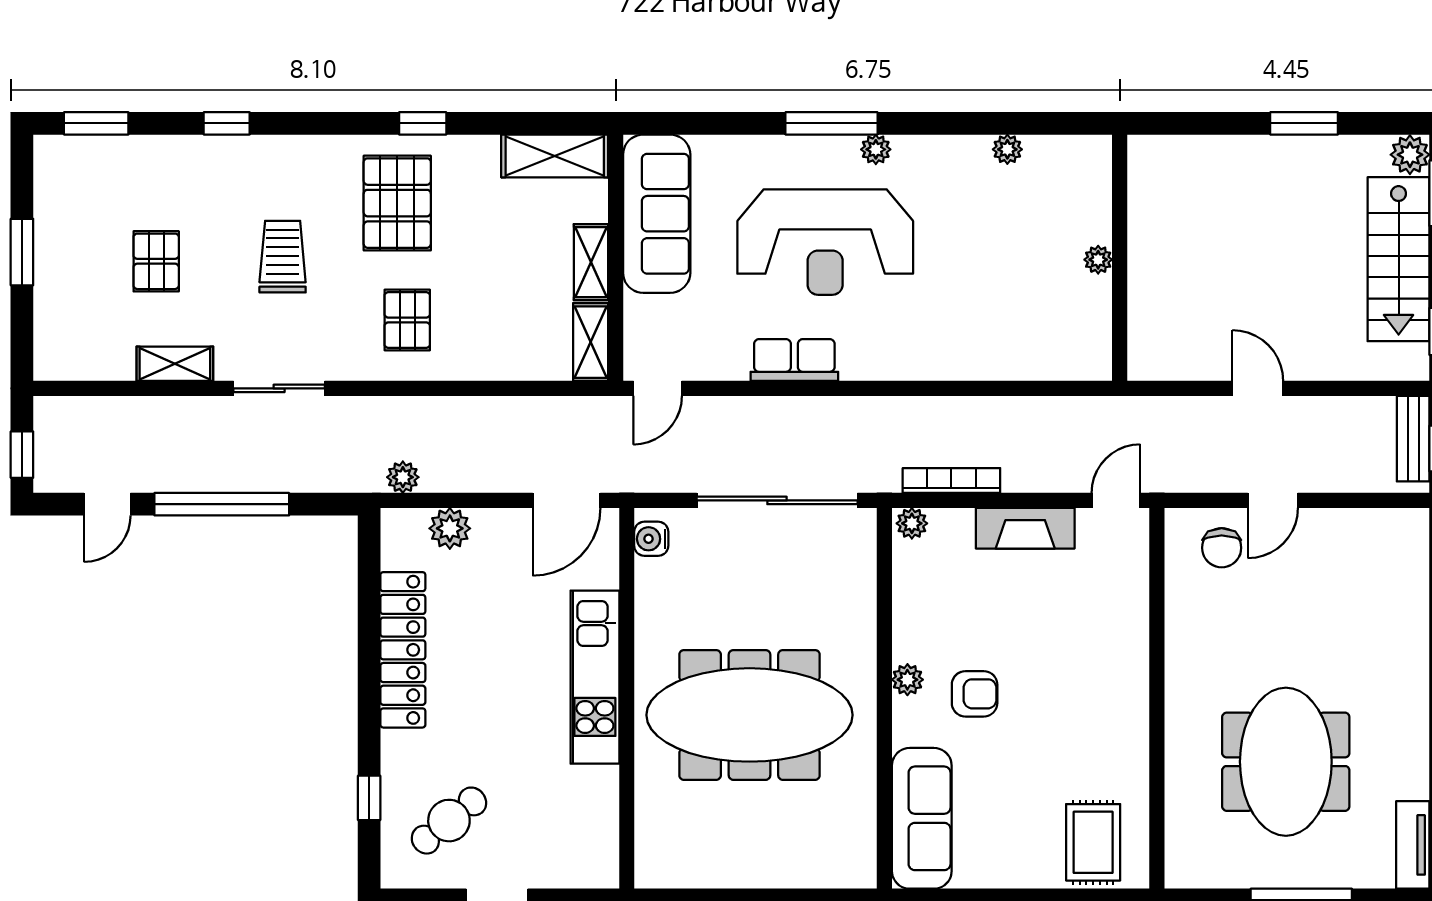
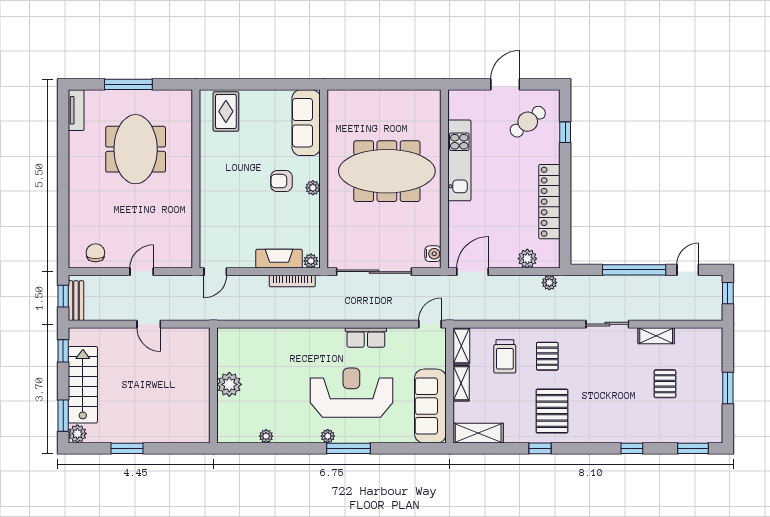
trolley: (283, 257) -> (505, 356), moved
plant: (1098, 260) -> (229, 384), width x1.87, depth x1.87
fireplace: (1025, 528) -> (279, 259), moved
chair: (1222, 548) -> (95, 253), moved
kitchen unit: (595, 677) -> (459, 160), moved

